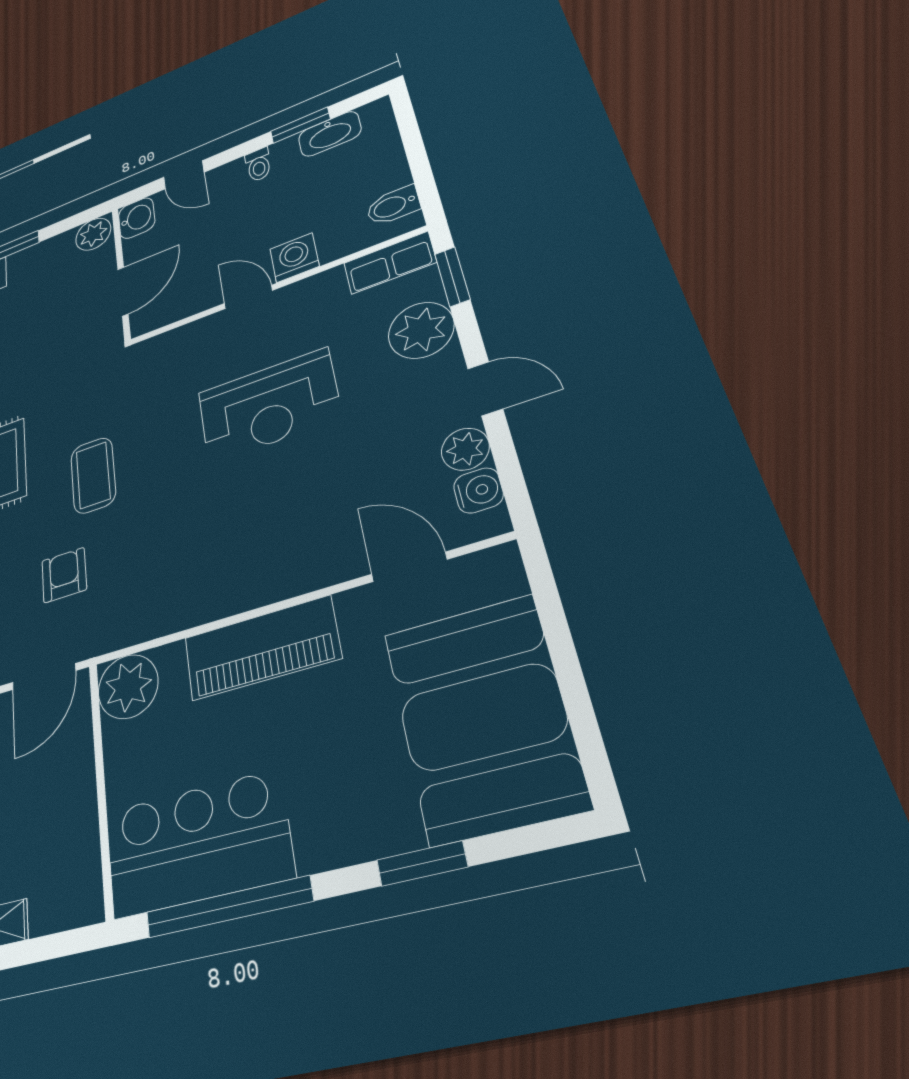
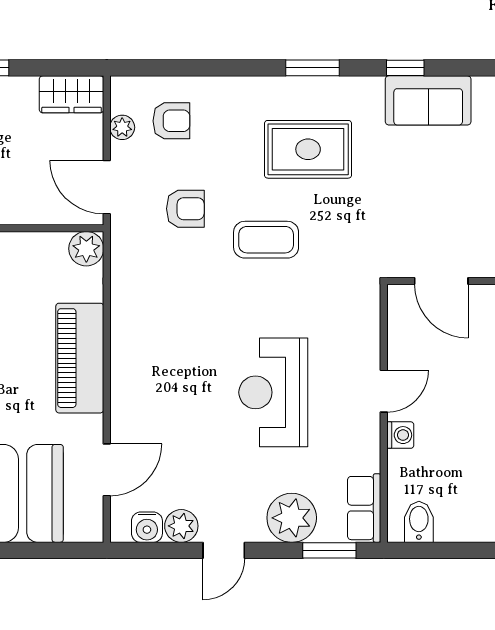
washing machine: (294, 258) -> (400, 435), width x0.73, depth x0.73
plant: (128, 686) -> (86, 249), width x0.73, depth x0.73

